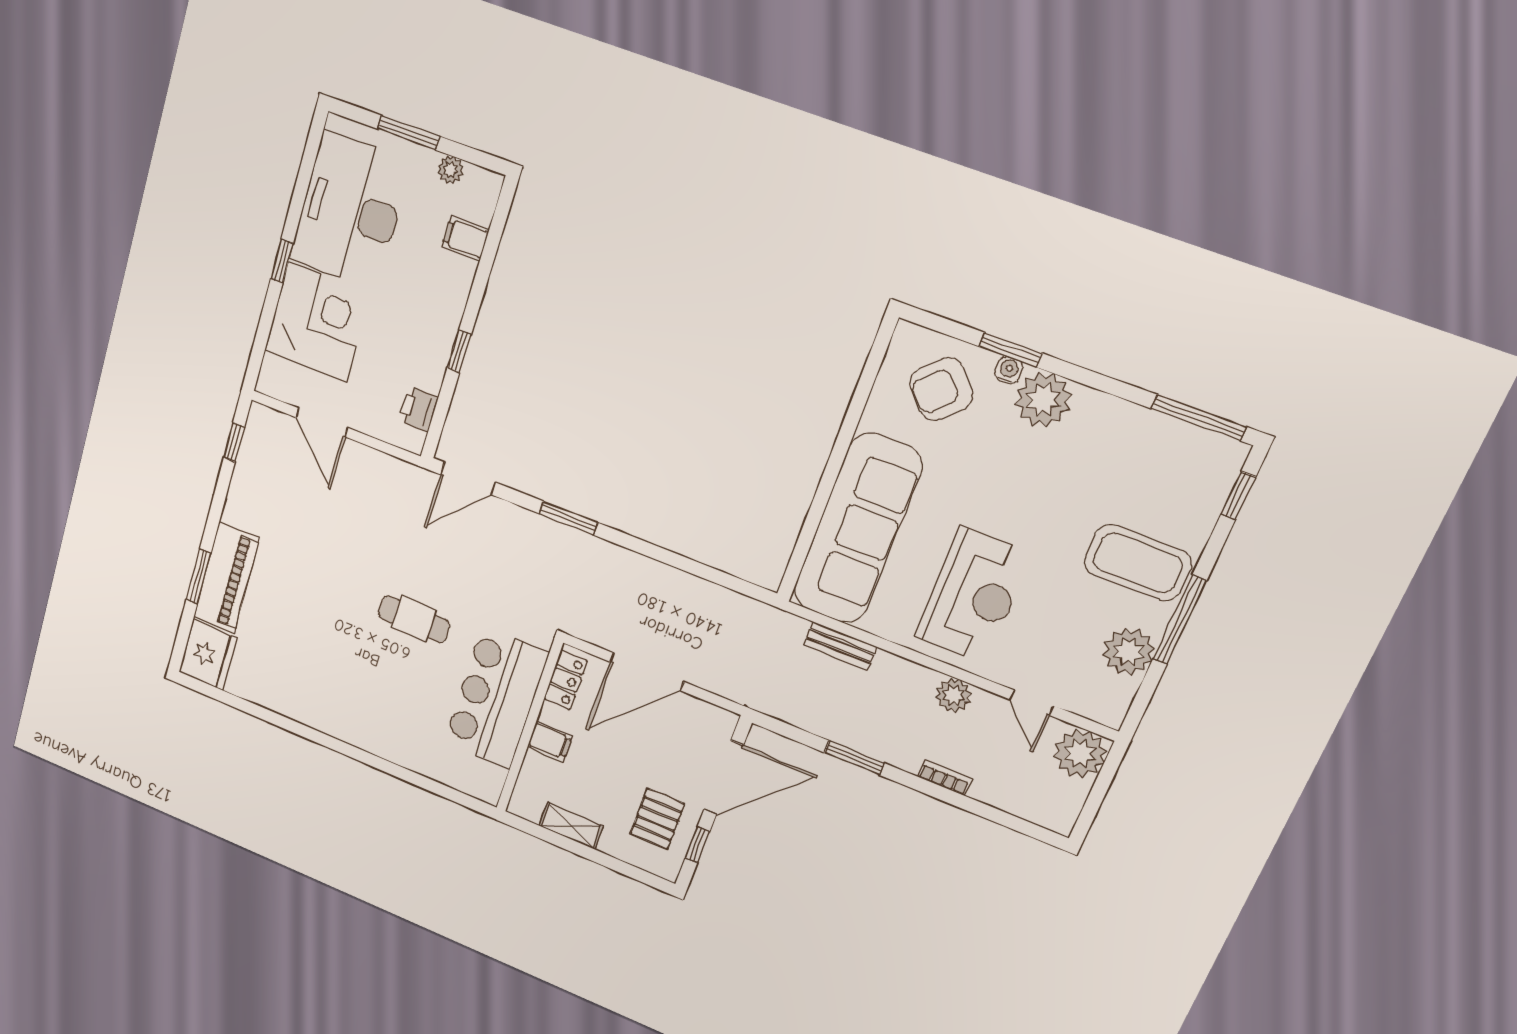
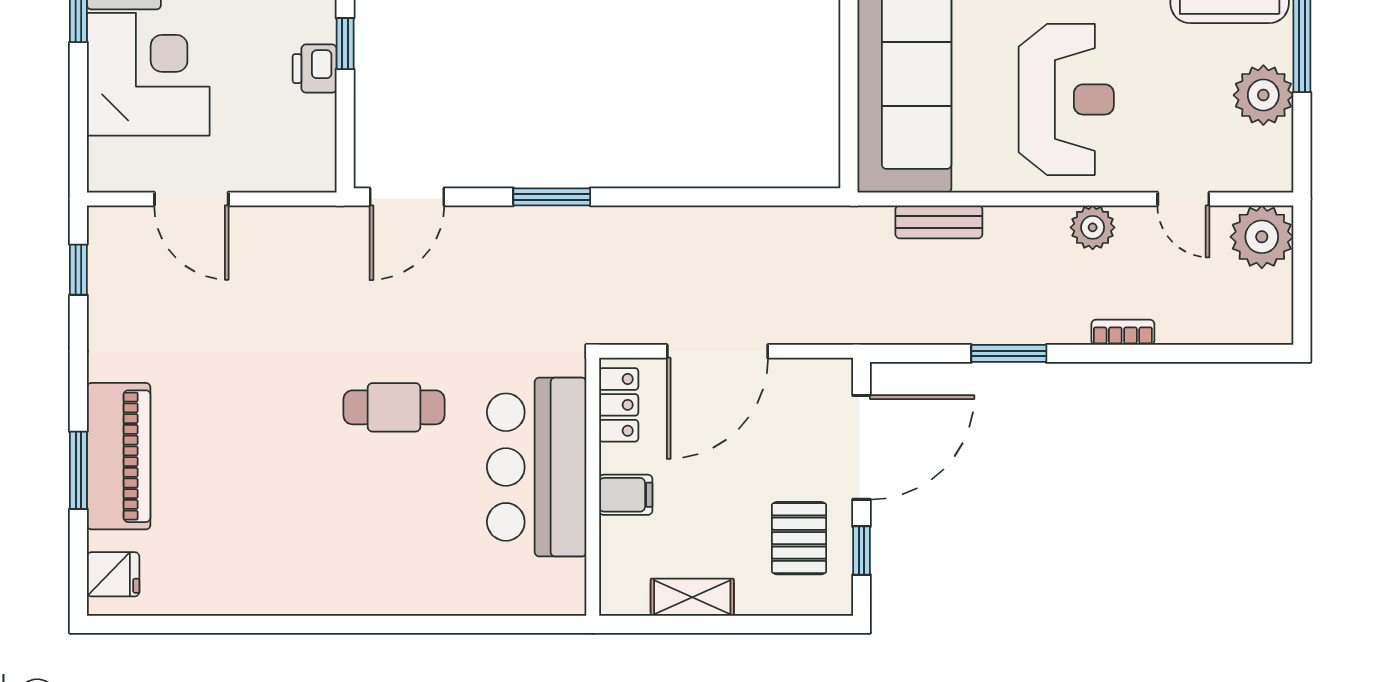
printer: (418, 409) -> (315, 69), moved
fridge: (208, 655) -> (113, 574), width x0.53, depth x0.75

